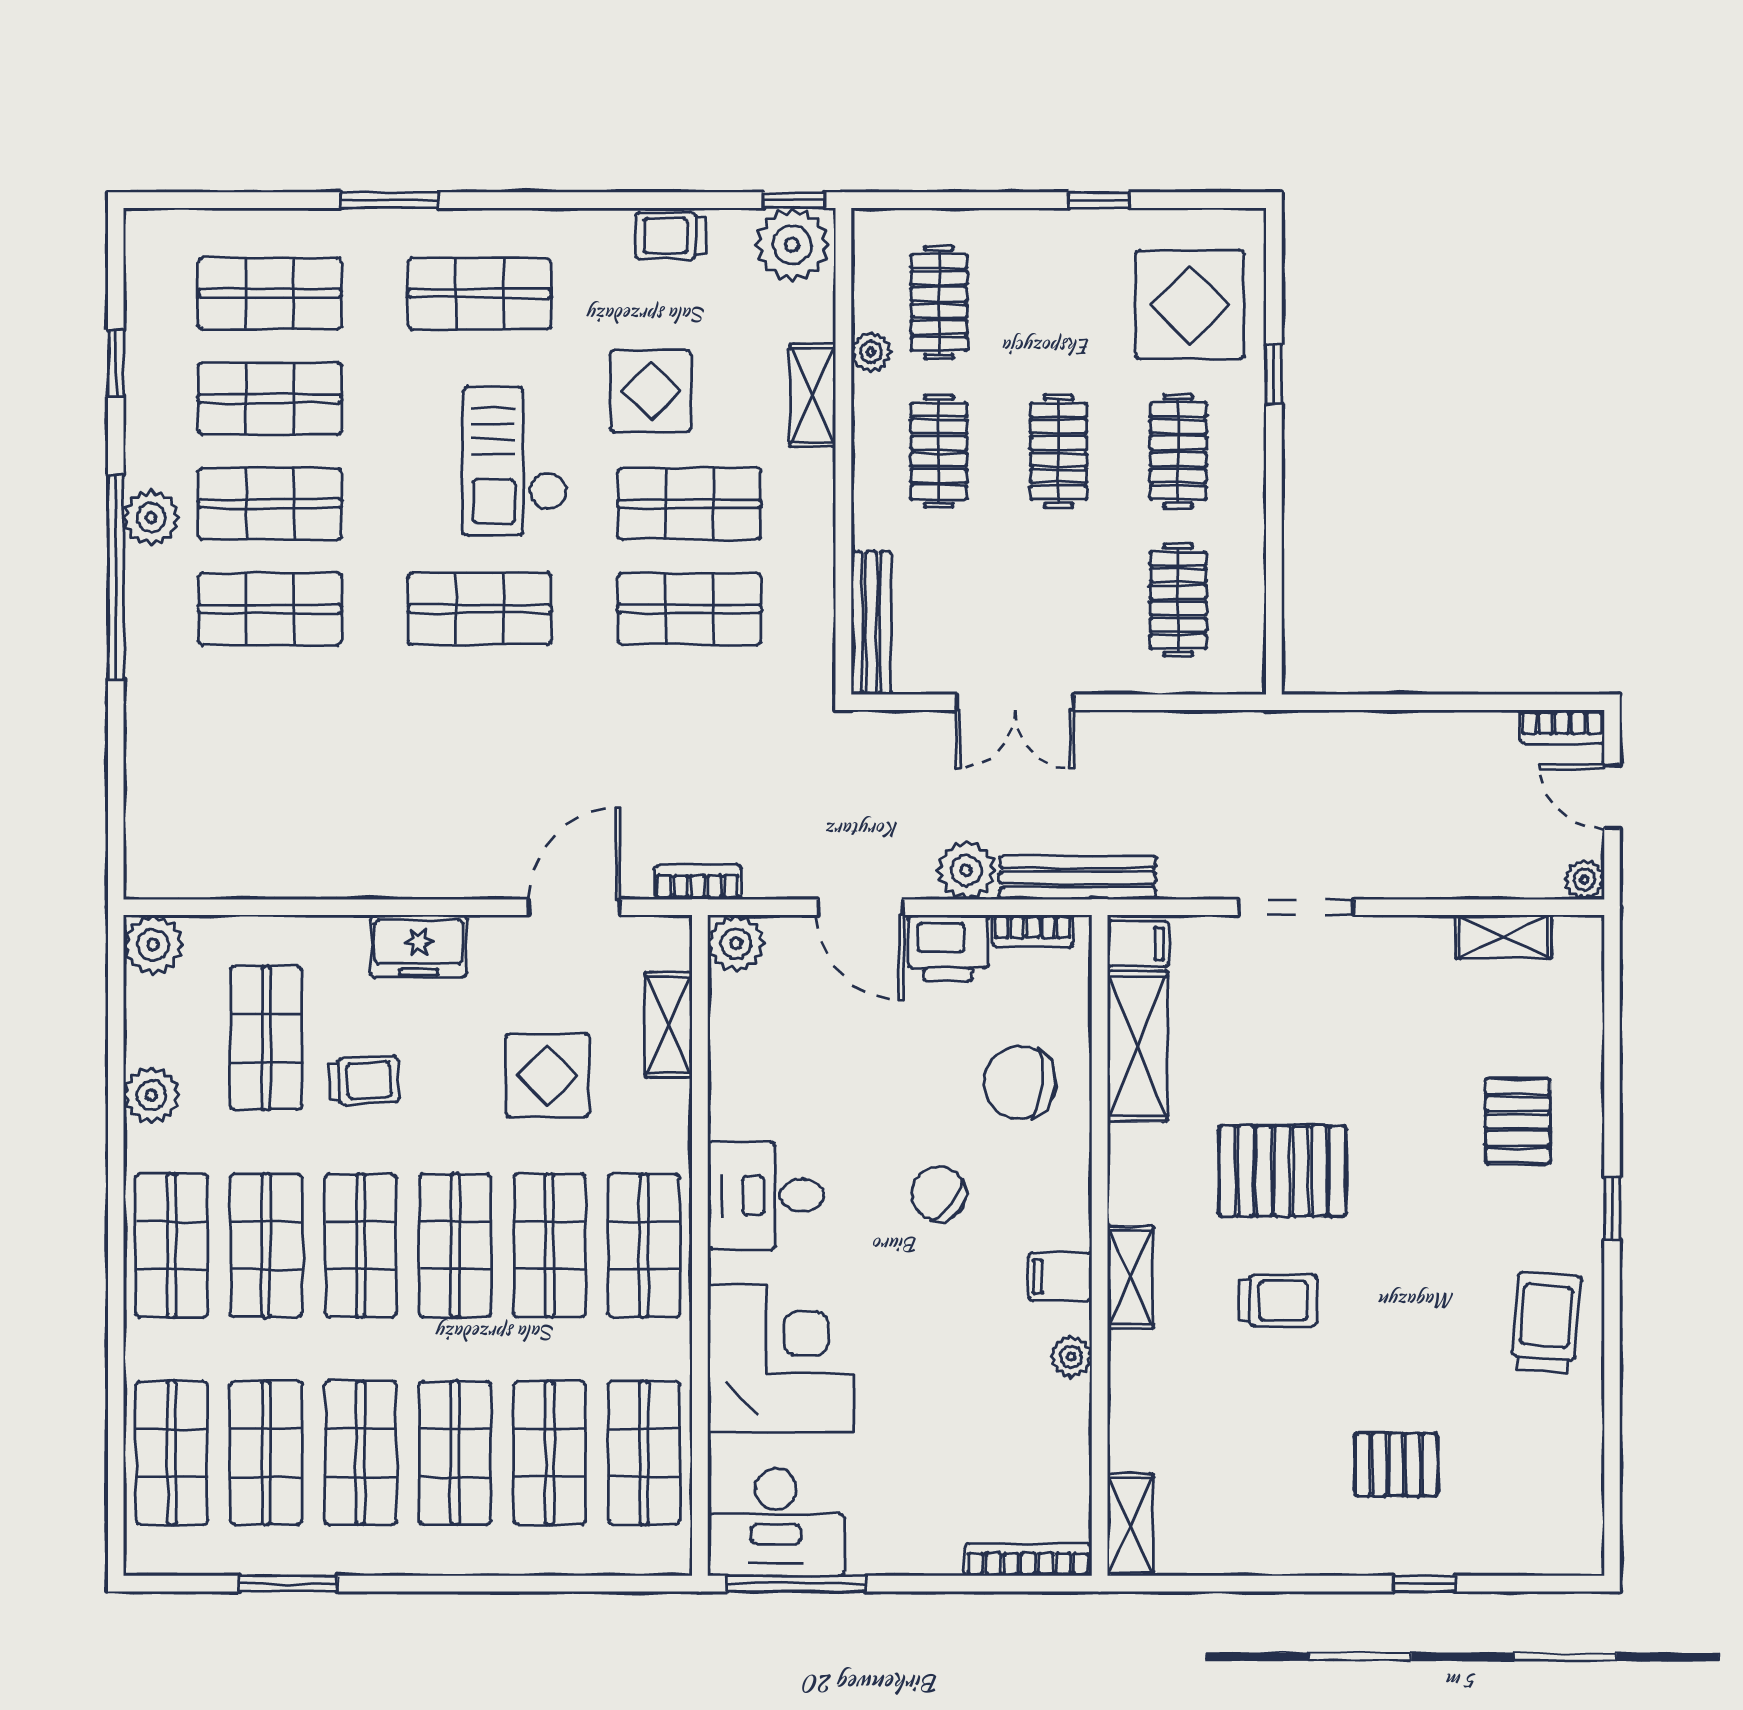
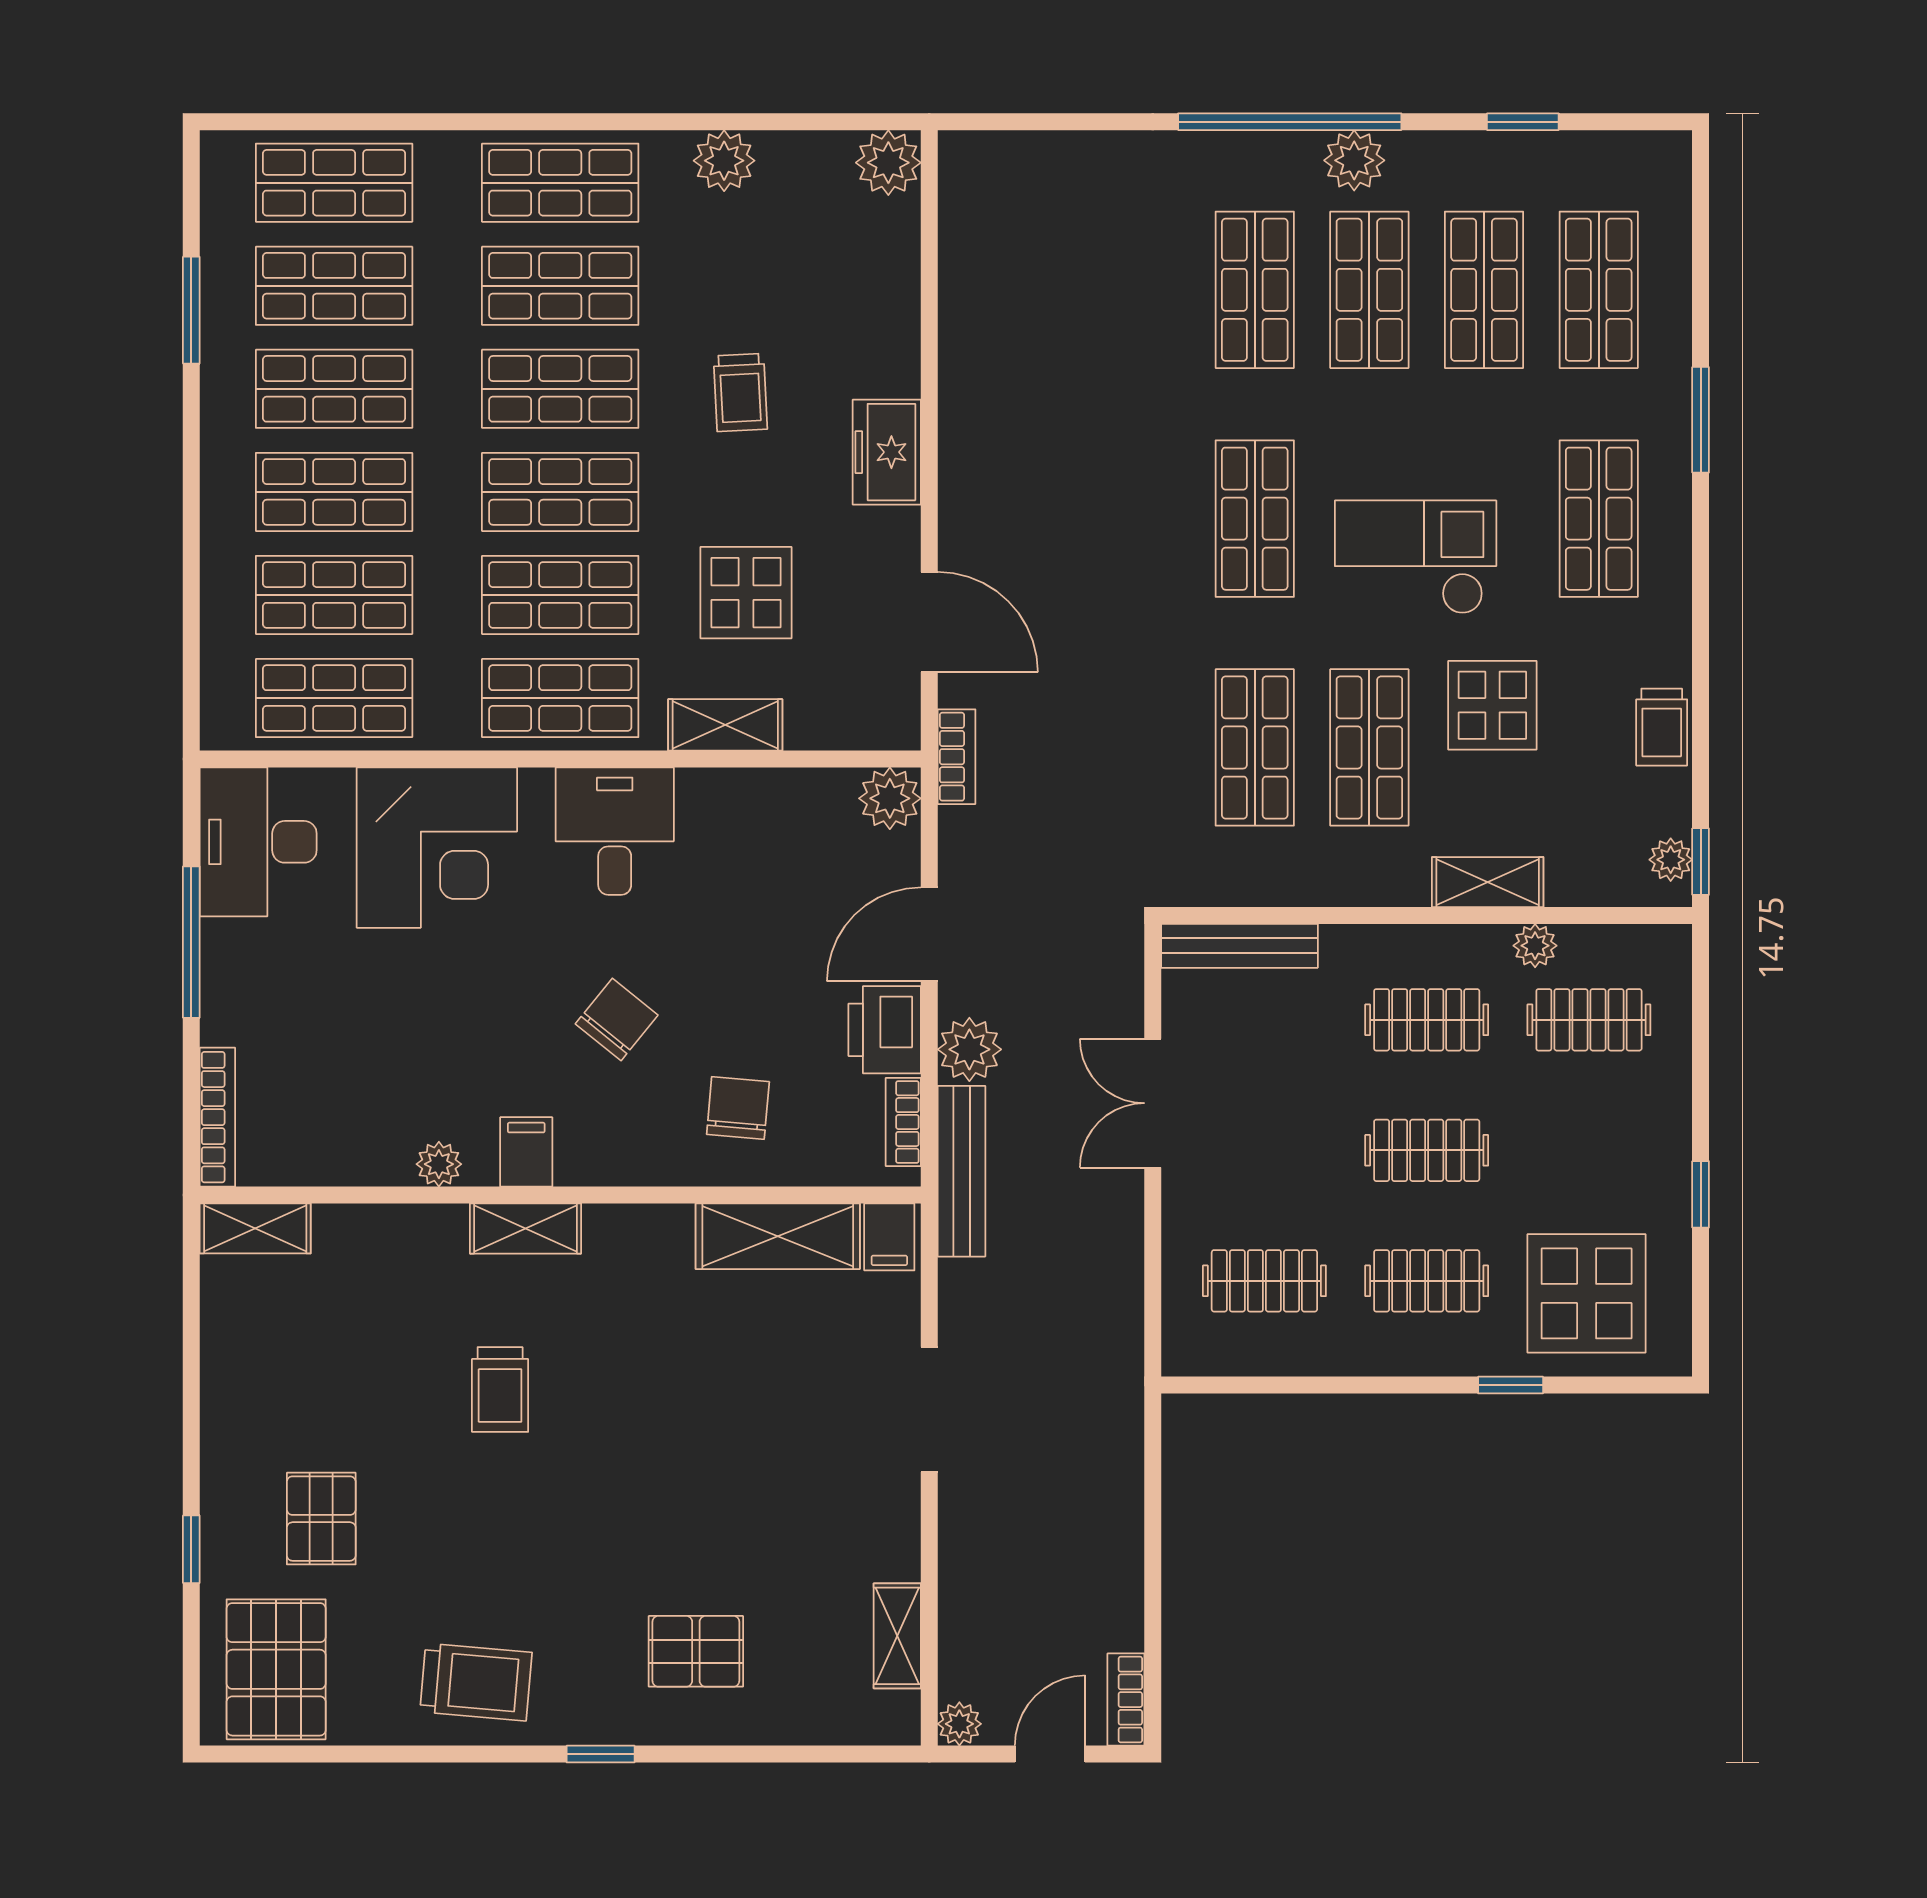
trolley: (671, 236) -> (1662, 727), turned 180
plant: (792, 245) -> (1671, 860), width x0.53, depth x0.53
shelving: (669, 1025) -> (725, 725), moved
shop shelf: (266, 1038) -> (786, 286), removed
chair: (1020, 1083) -> (738, 1108), width x0.73, depth x0.73
pallet: (1282, 1171) -> (276, 1669), moved
window: (796, 1584) -> (191, 942), moved

